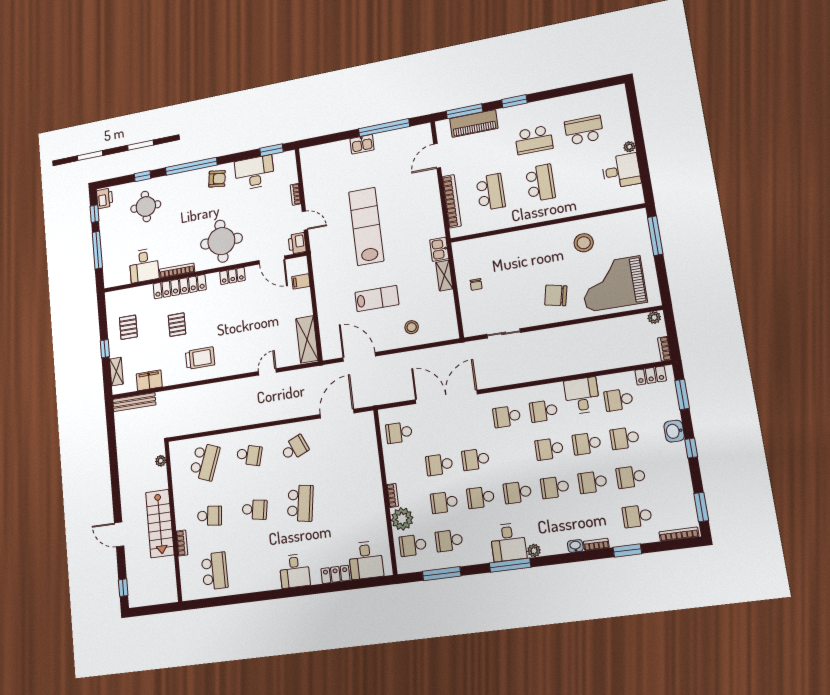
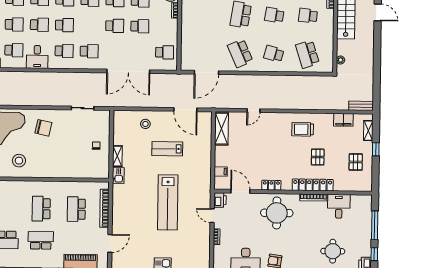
bench: (134, 402) -> (361, 106), width x0.73
school desk: (295, 448) -> (240, 53), width x1.85
school desk: (205, 462) -> (307, 54), turned -39

